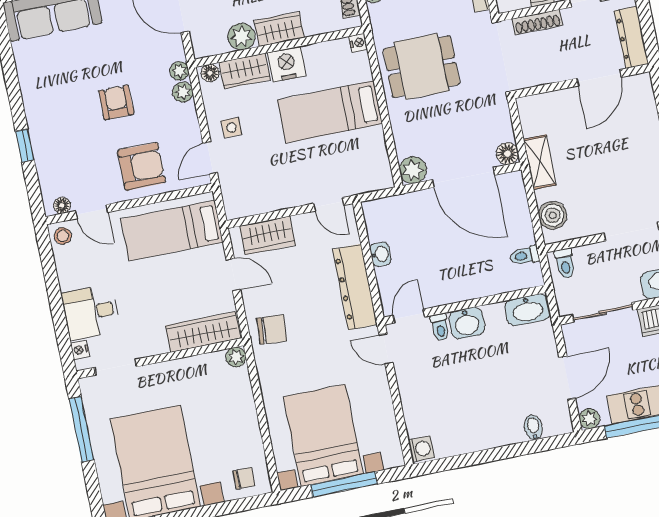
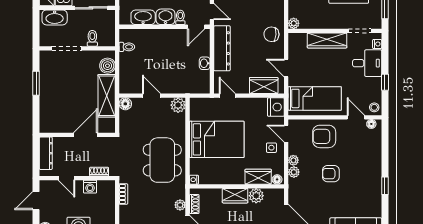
shoe rack: (537, 22) -> (99, 172), width x0.70
nightstand: (287, 64) -> (276, 107), moved, turned -90
dining table: (422, 67) -> (162, 160), width x1.37
plant: (179, 71) -> (293, 160), moved
door: (599, 78) -> (85, 135), moved
armchair: (116, 102) -> (331, 174), turned 90
bed: (330, 112) -> (217, 139), width x1.50
window: (25, 146) -> (385, 186), moved
door: (210, 158) -> (286, 134), swing flipped
shelving: (540, 162) -> (107, 96), width x1.50, depth x1.33
door: (464, 177) -> (152, 96), width x0.53
toilet: (565, 263) -> (92, 38), moved
window: (53, 284) -> (385, 82), added
washbasin: (528, 310) -> (143, 17), moved
wardrobe: (203, 332) -> (327, 40), moved

